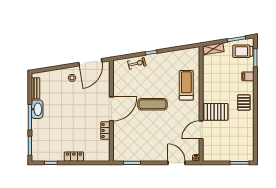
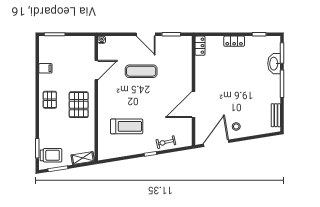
filing cabinet: (248, 76) -> (45, 68), moved
treadmill: (186, 85) -> (127, 126), moved, turned -90
exercise mat: (152, 104) -> (141, 71), moved
washbasin: (37, 109) -> (274, 64), moved
door: (111, 109) -> (193, 104), moved
pallet: (216, 112) -> (79, 105), moved, turned 90
locker: (105, 131) -> (200, 46), moved
door: (177, 163) -> (146, 34), moved

